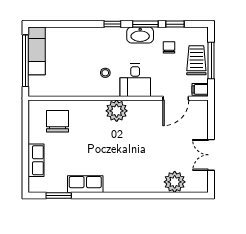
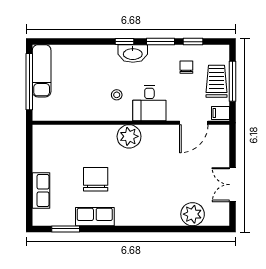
washbasin: (140, 35) -> (133, 54), moved
chair: (57, 121) -> (96, 179), moved

